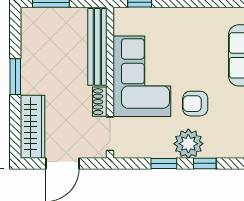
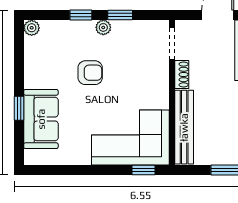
corner sofa: (142, 76) -> (130, 138), moved, turned 90
plant: (188, 144) -> (103, 27), width x0.53, depth x0.53

